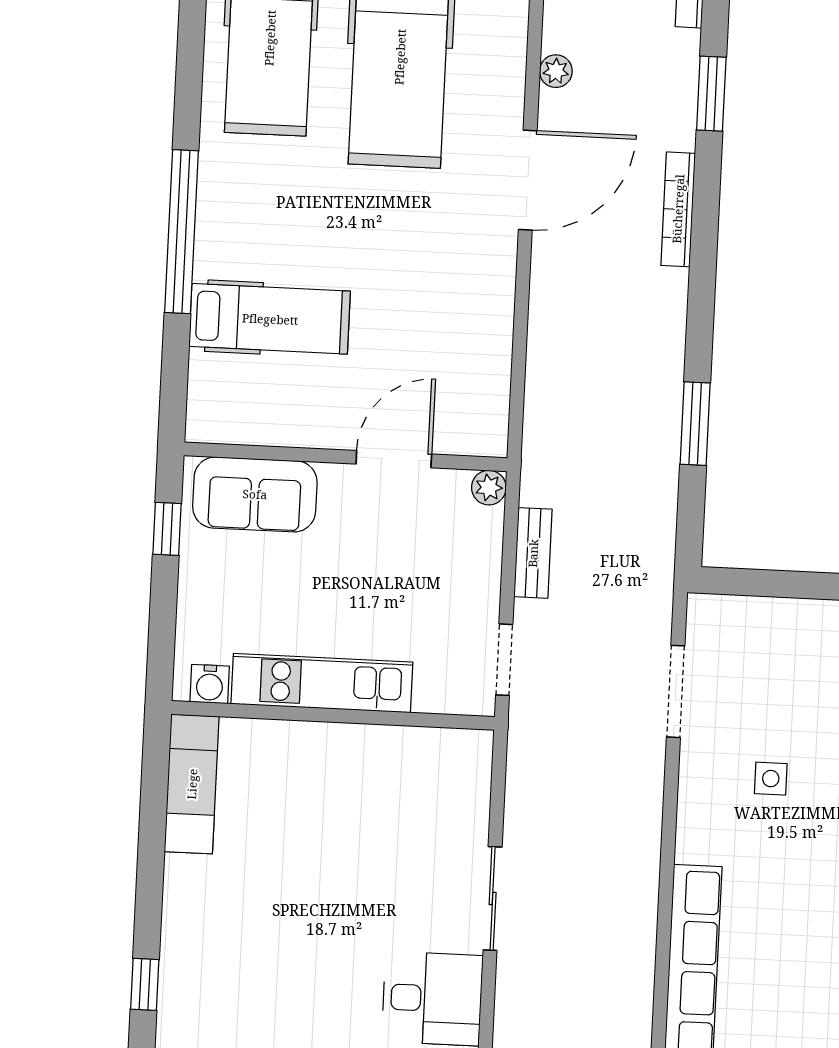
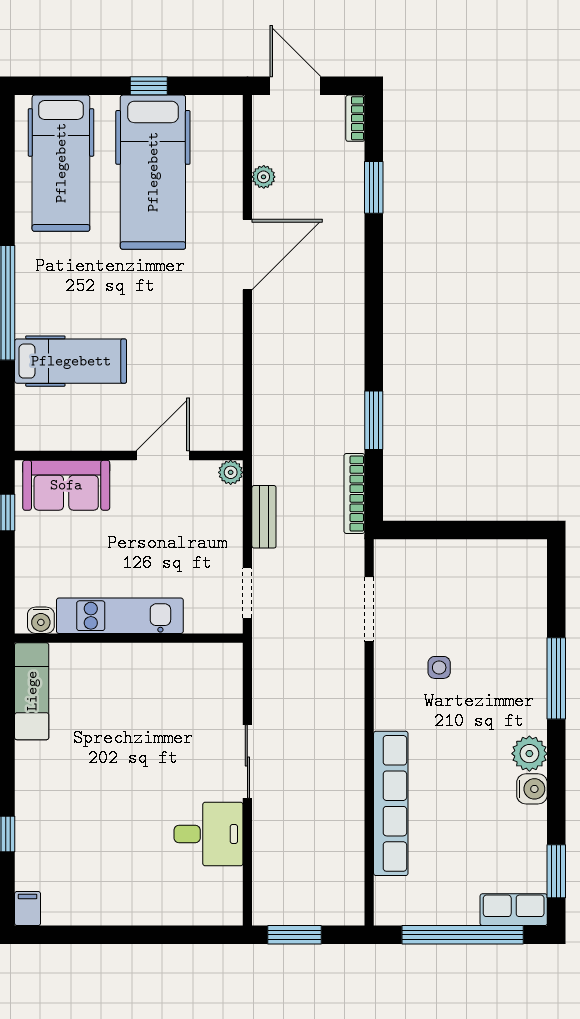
bookcase: (678, 209) -> (354, 493), moved

